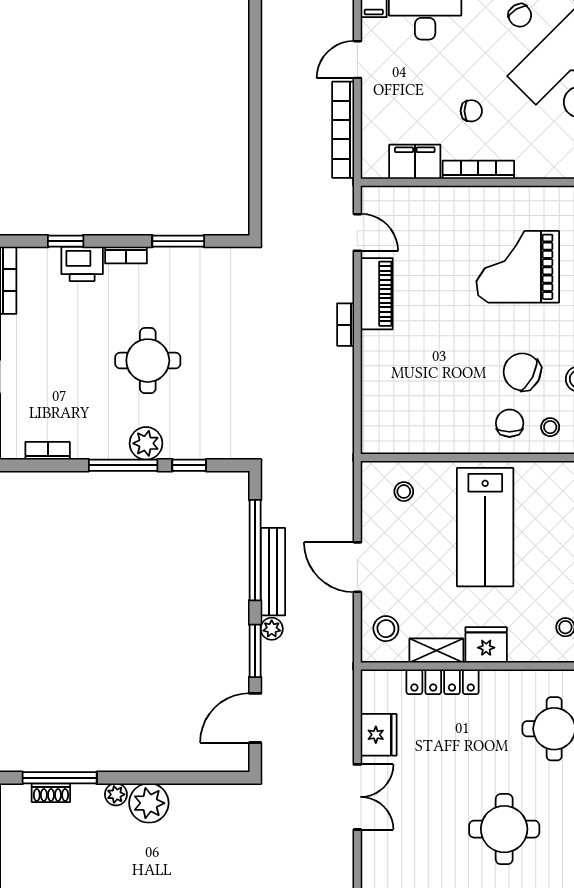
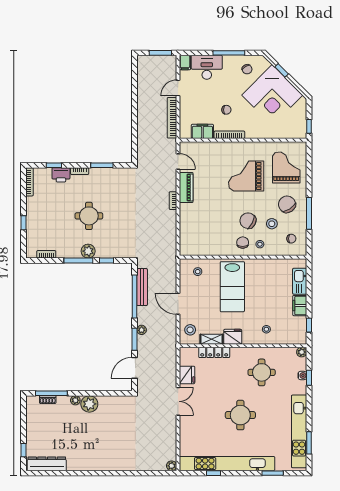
bench: (273, 572) -> (142, 287), moved

